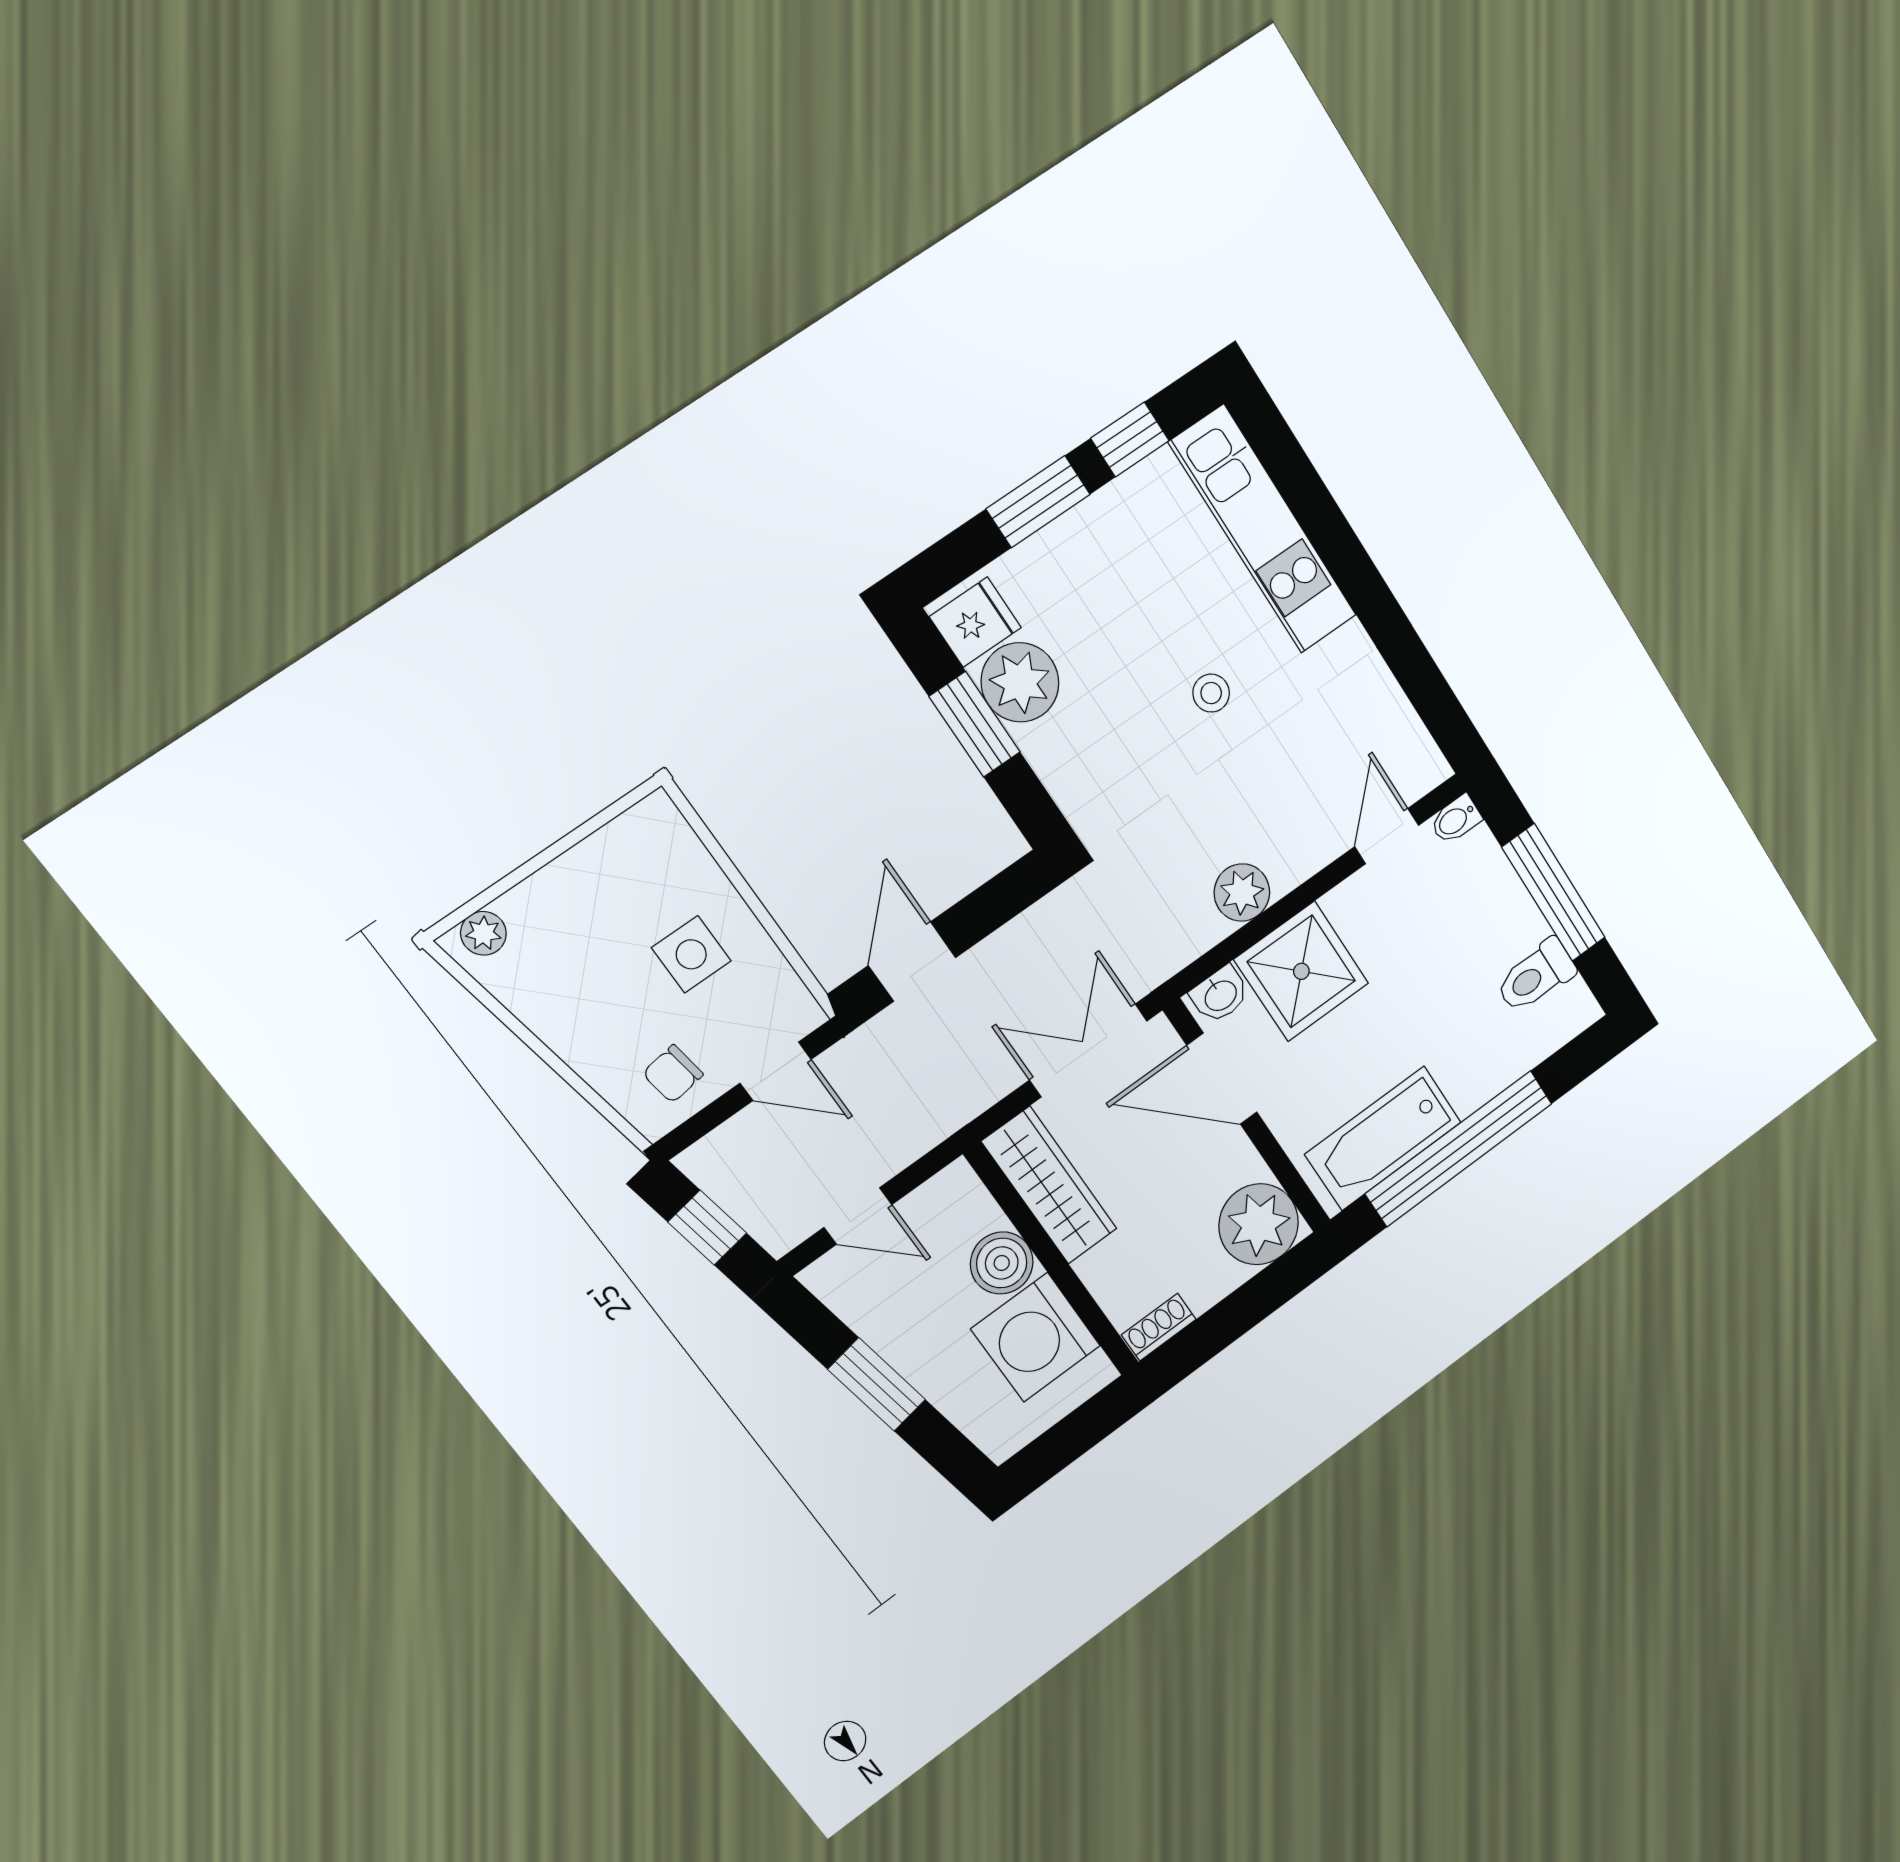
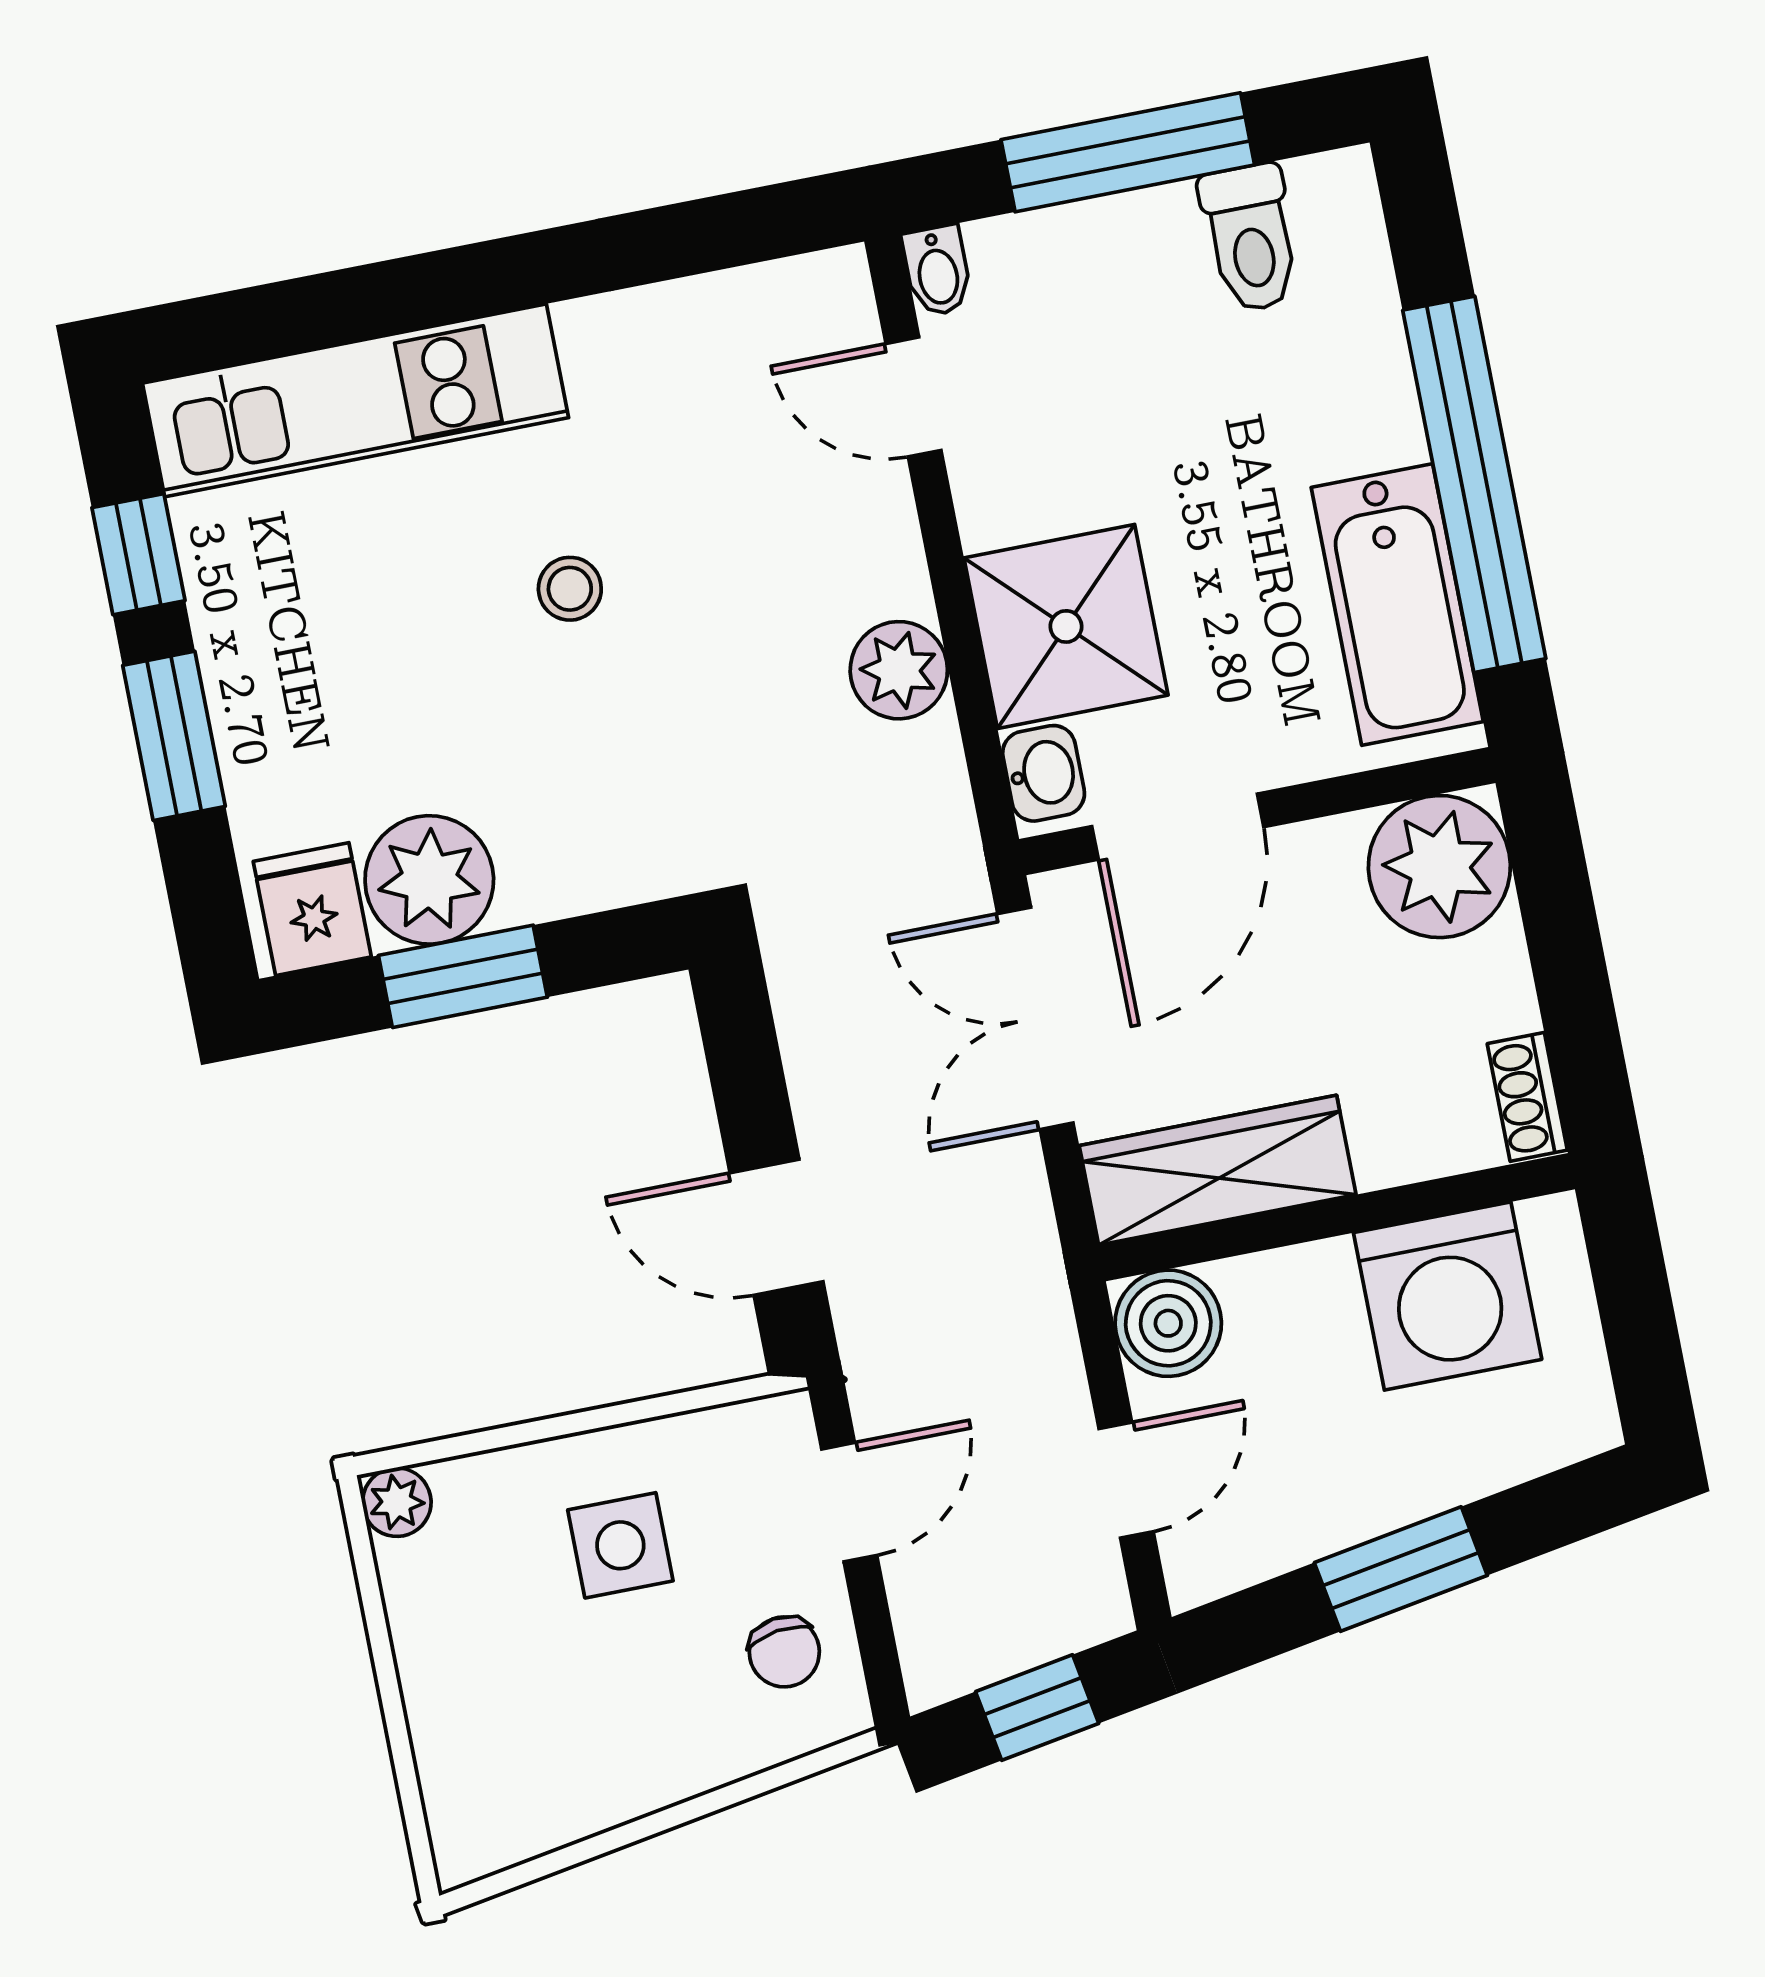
plant: (483, 933) -> (397, 1502), moved
boiler: (1002, 1263) -> (1168, 1323), moved

